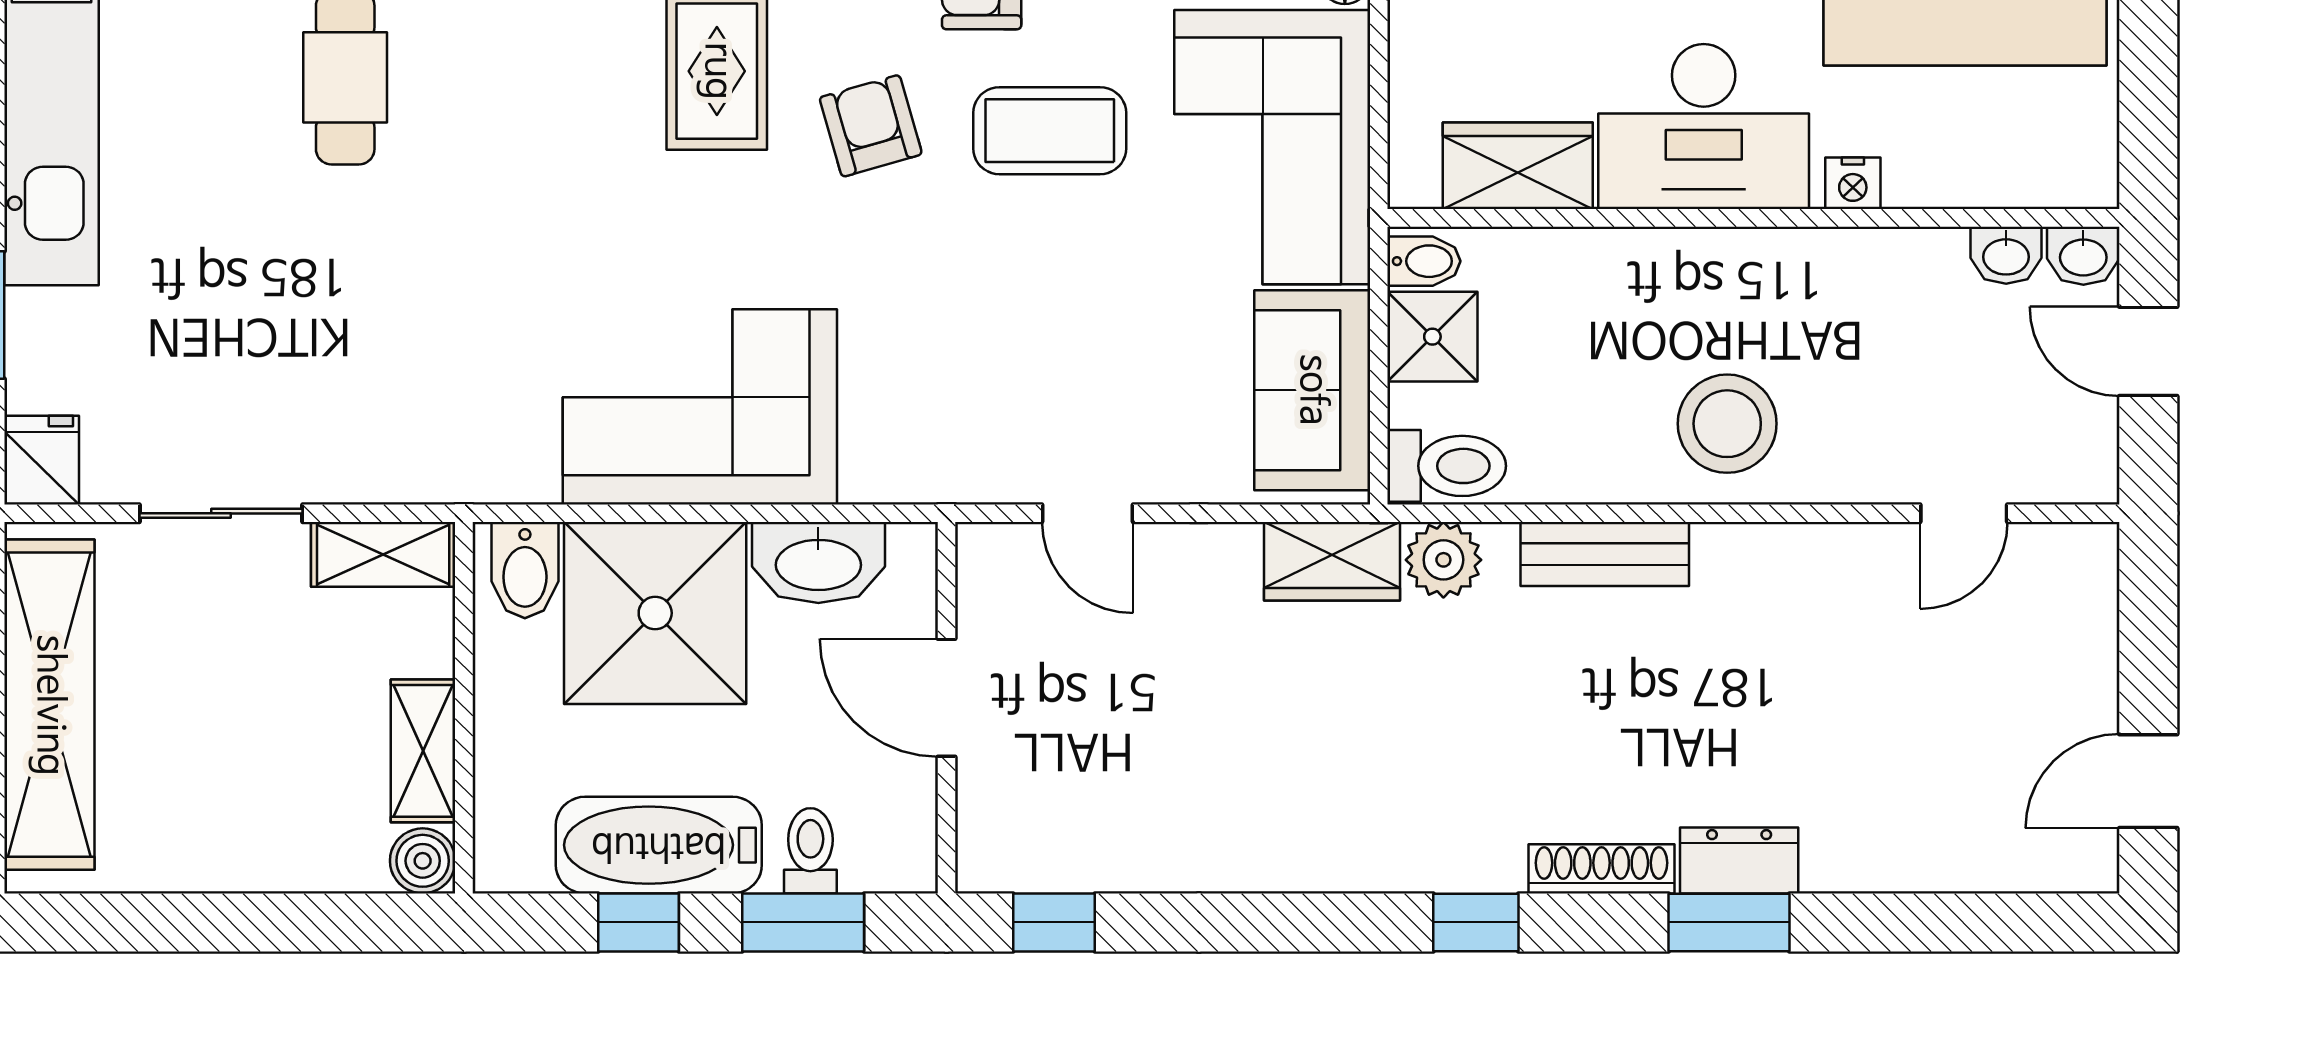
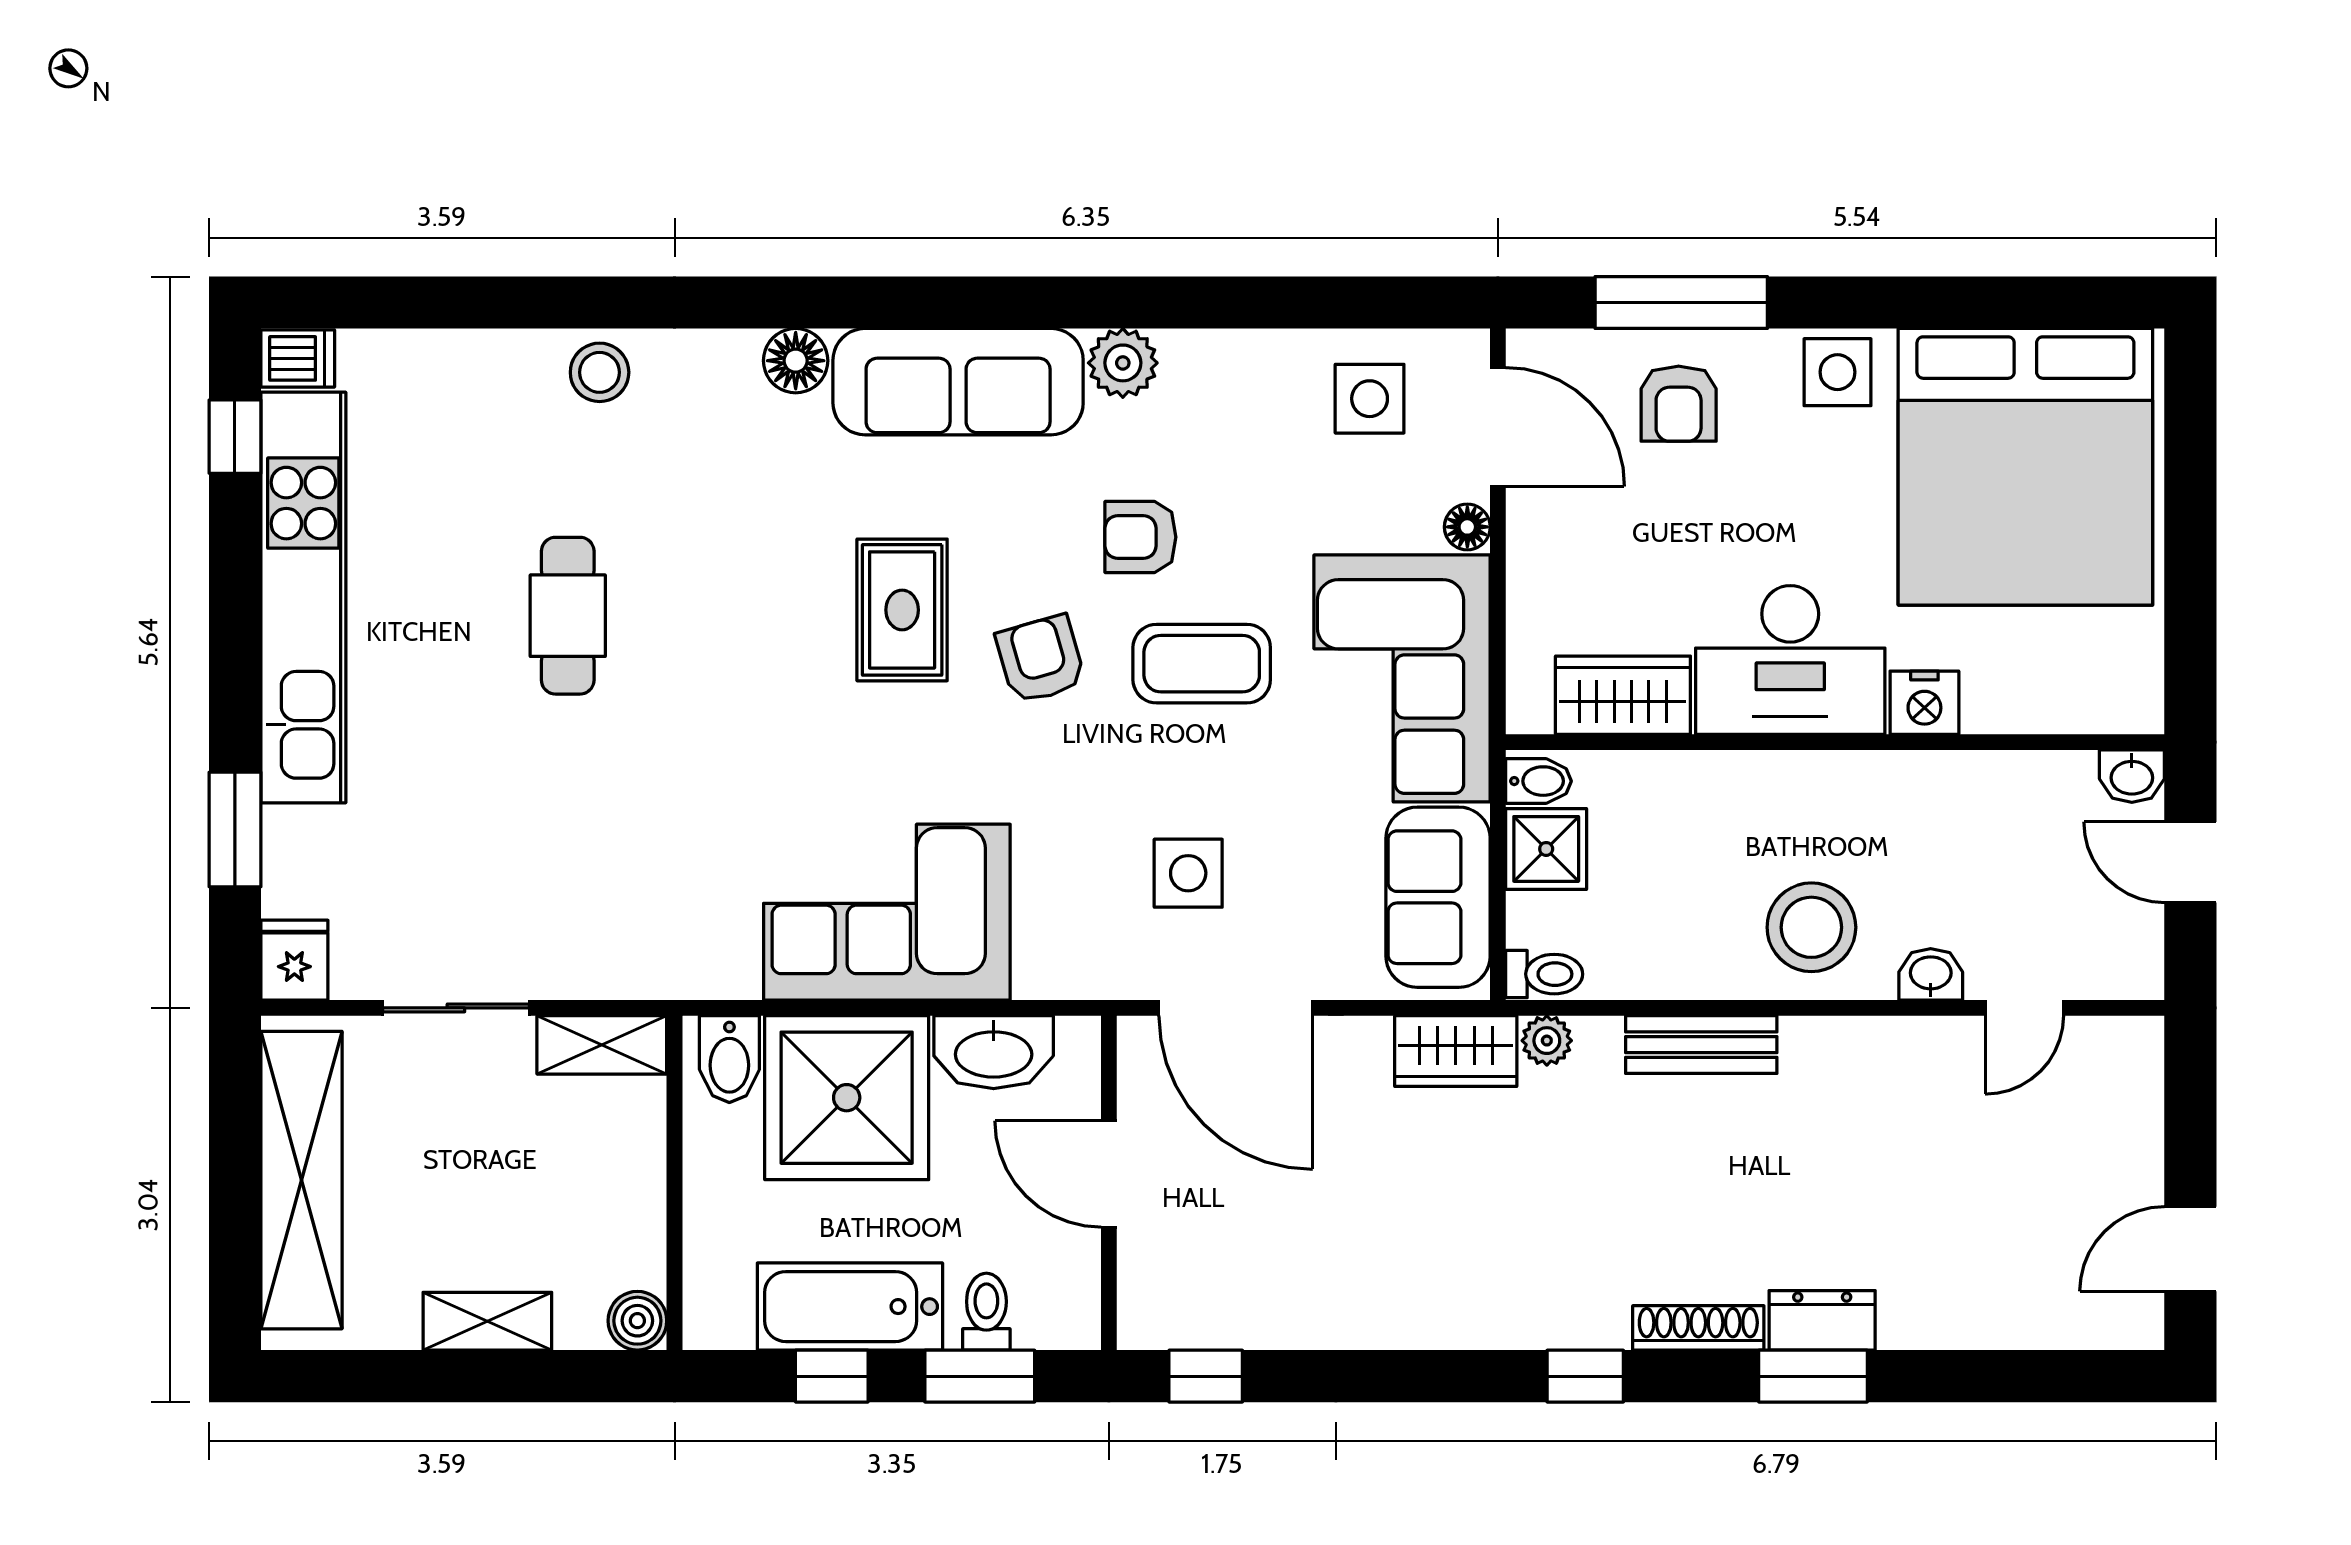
nightstand: (1853, 183) -> (1924, 703), width x1.39, depth x1.35
washbasin: (2006, 255) -> (1931, 974), moved, turned 180
side table: (1035, 364) -> (1188, 873), added
toilet: (1447, 466) -> (1544, 974), width x0.73, depth x0.72
door: (1087, 513) -> (1236, 1008), width x1.87
plant: (1443, 560) -> (1547, 1041), width x0.73, depth x0.73
shelving: (423, 751) -> (487, 1321), moved, turned 90

